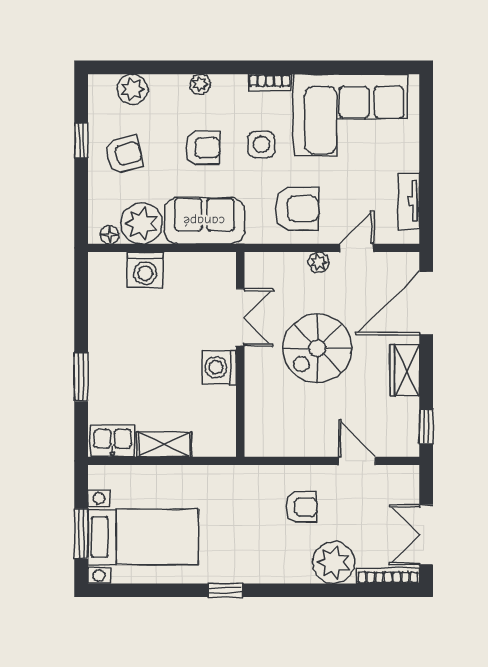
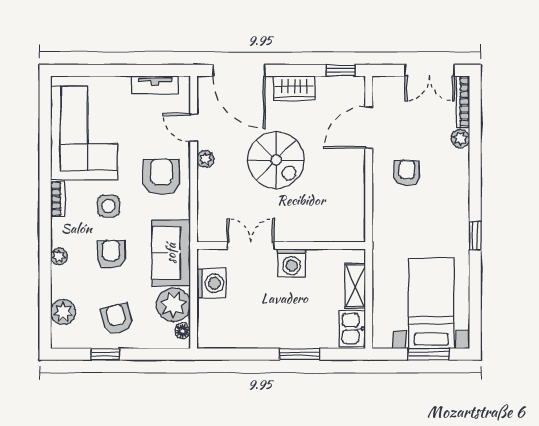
washing machine: (145, 270) -> (211, 283), moved
double door: (240, 317) -> (251, 246), moved
wall: (240, 354) -> (281, 246), moved
washing machine: (219, 367) -> (292, 263), moved
door: (357, 461) -> (369, 127), width x1.38
plant: (334, 563) -> (460, 139), width x0.53, depth x0.53

